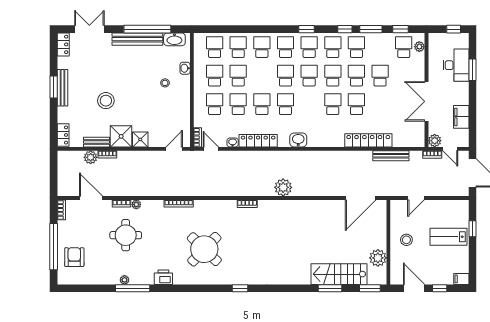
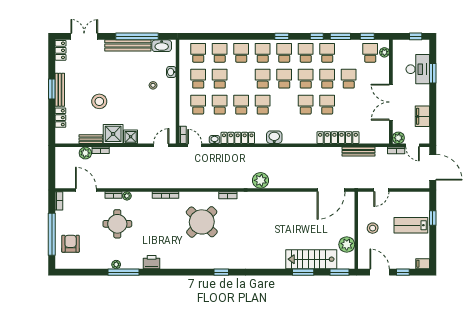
locker: (63, 135) -> (60, 118), moved
round table: (204, 249) -> (202, 222), moved

